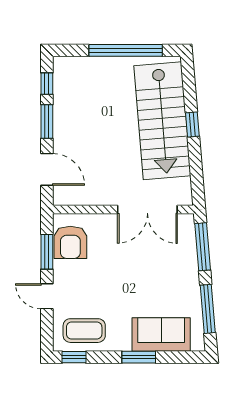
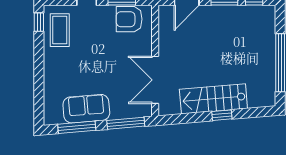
stairs: (162, 121) -> (213, 99), width x0.73, depth x0.66
sofa: (161, 334) -> (86, 109), moved, turned -95
window: (139, 357) -> (39, 73), removed

